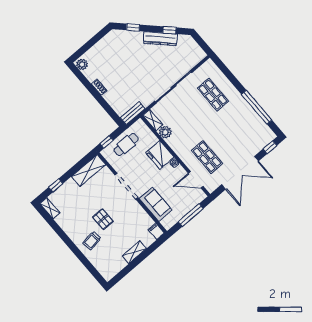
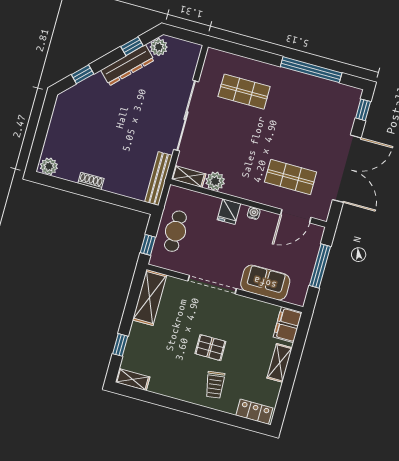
plant: (183, 40) -> (159, 47), added
bench: (133, 113) -> (159, 179), width x1.36
fridge: (160, 155) -> (229, 212), width x0.53, depth x0.75
filing cabinet: (156, 231) -> (288, 325), width x2.00
locker: (103, 269) -> (254, 412), added

